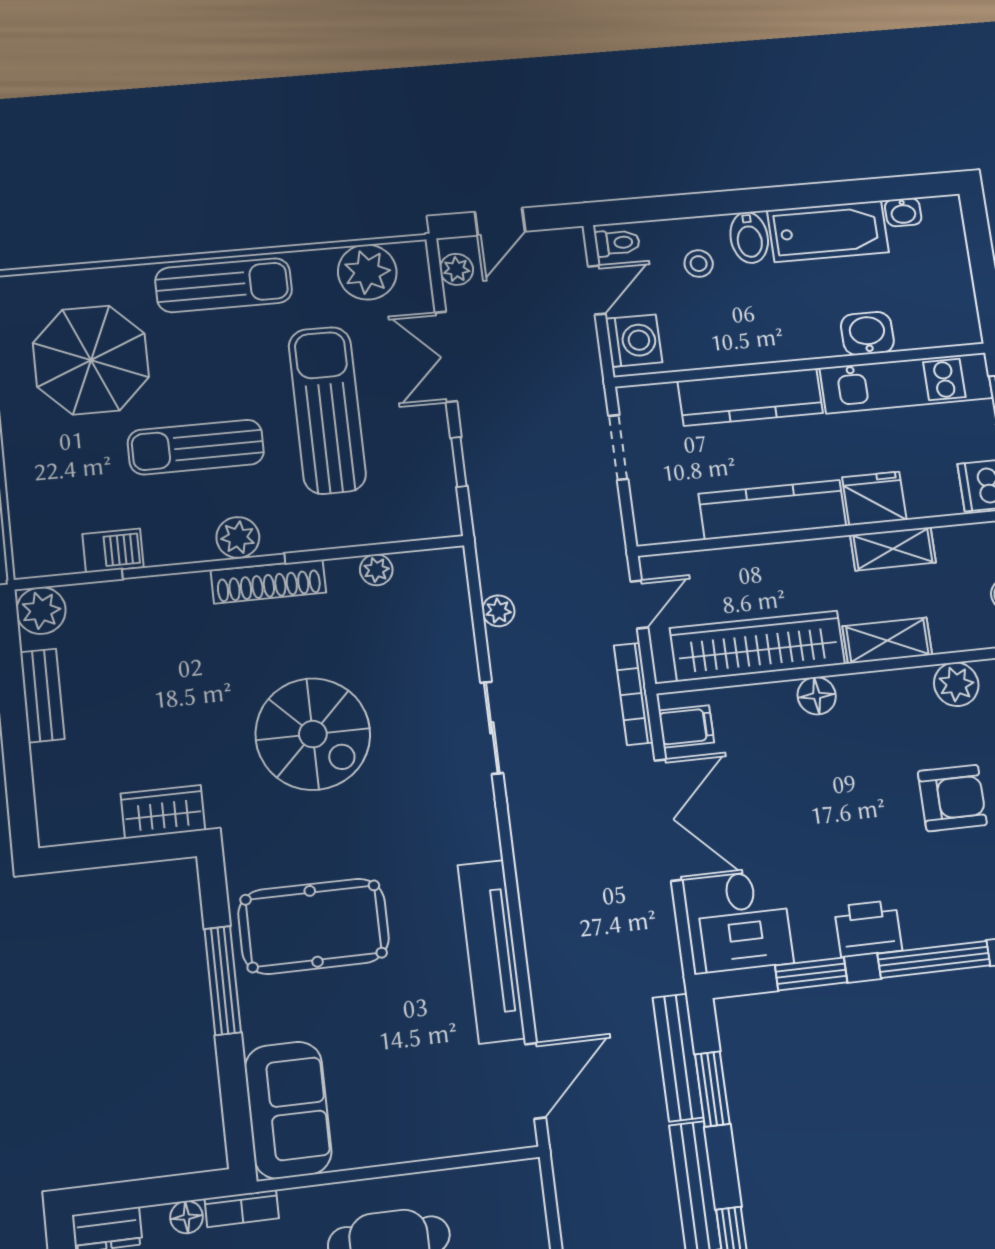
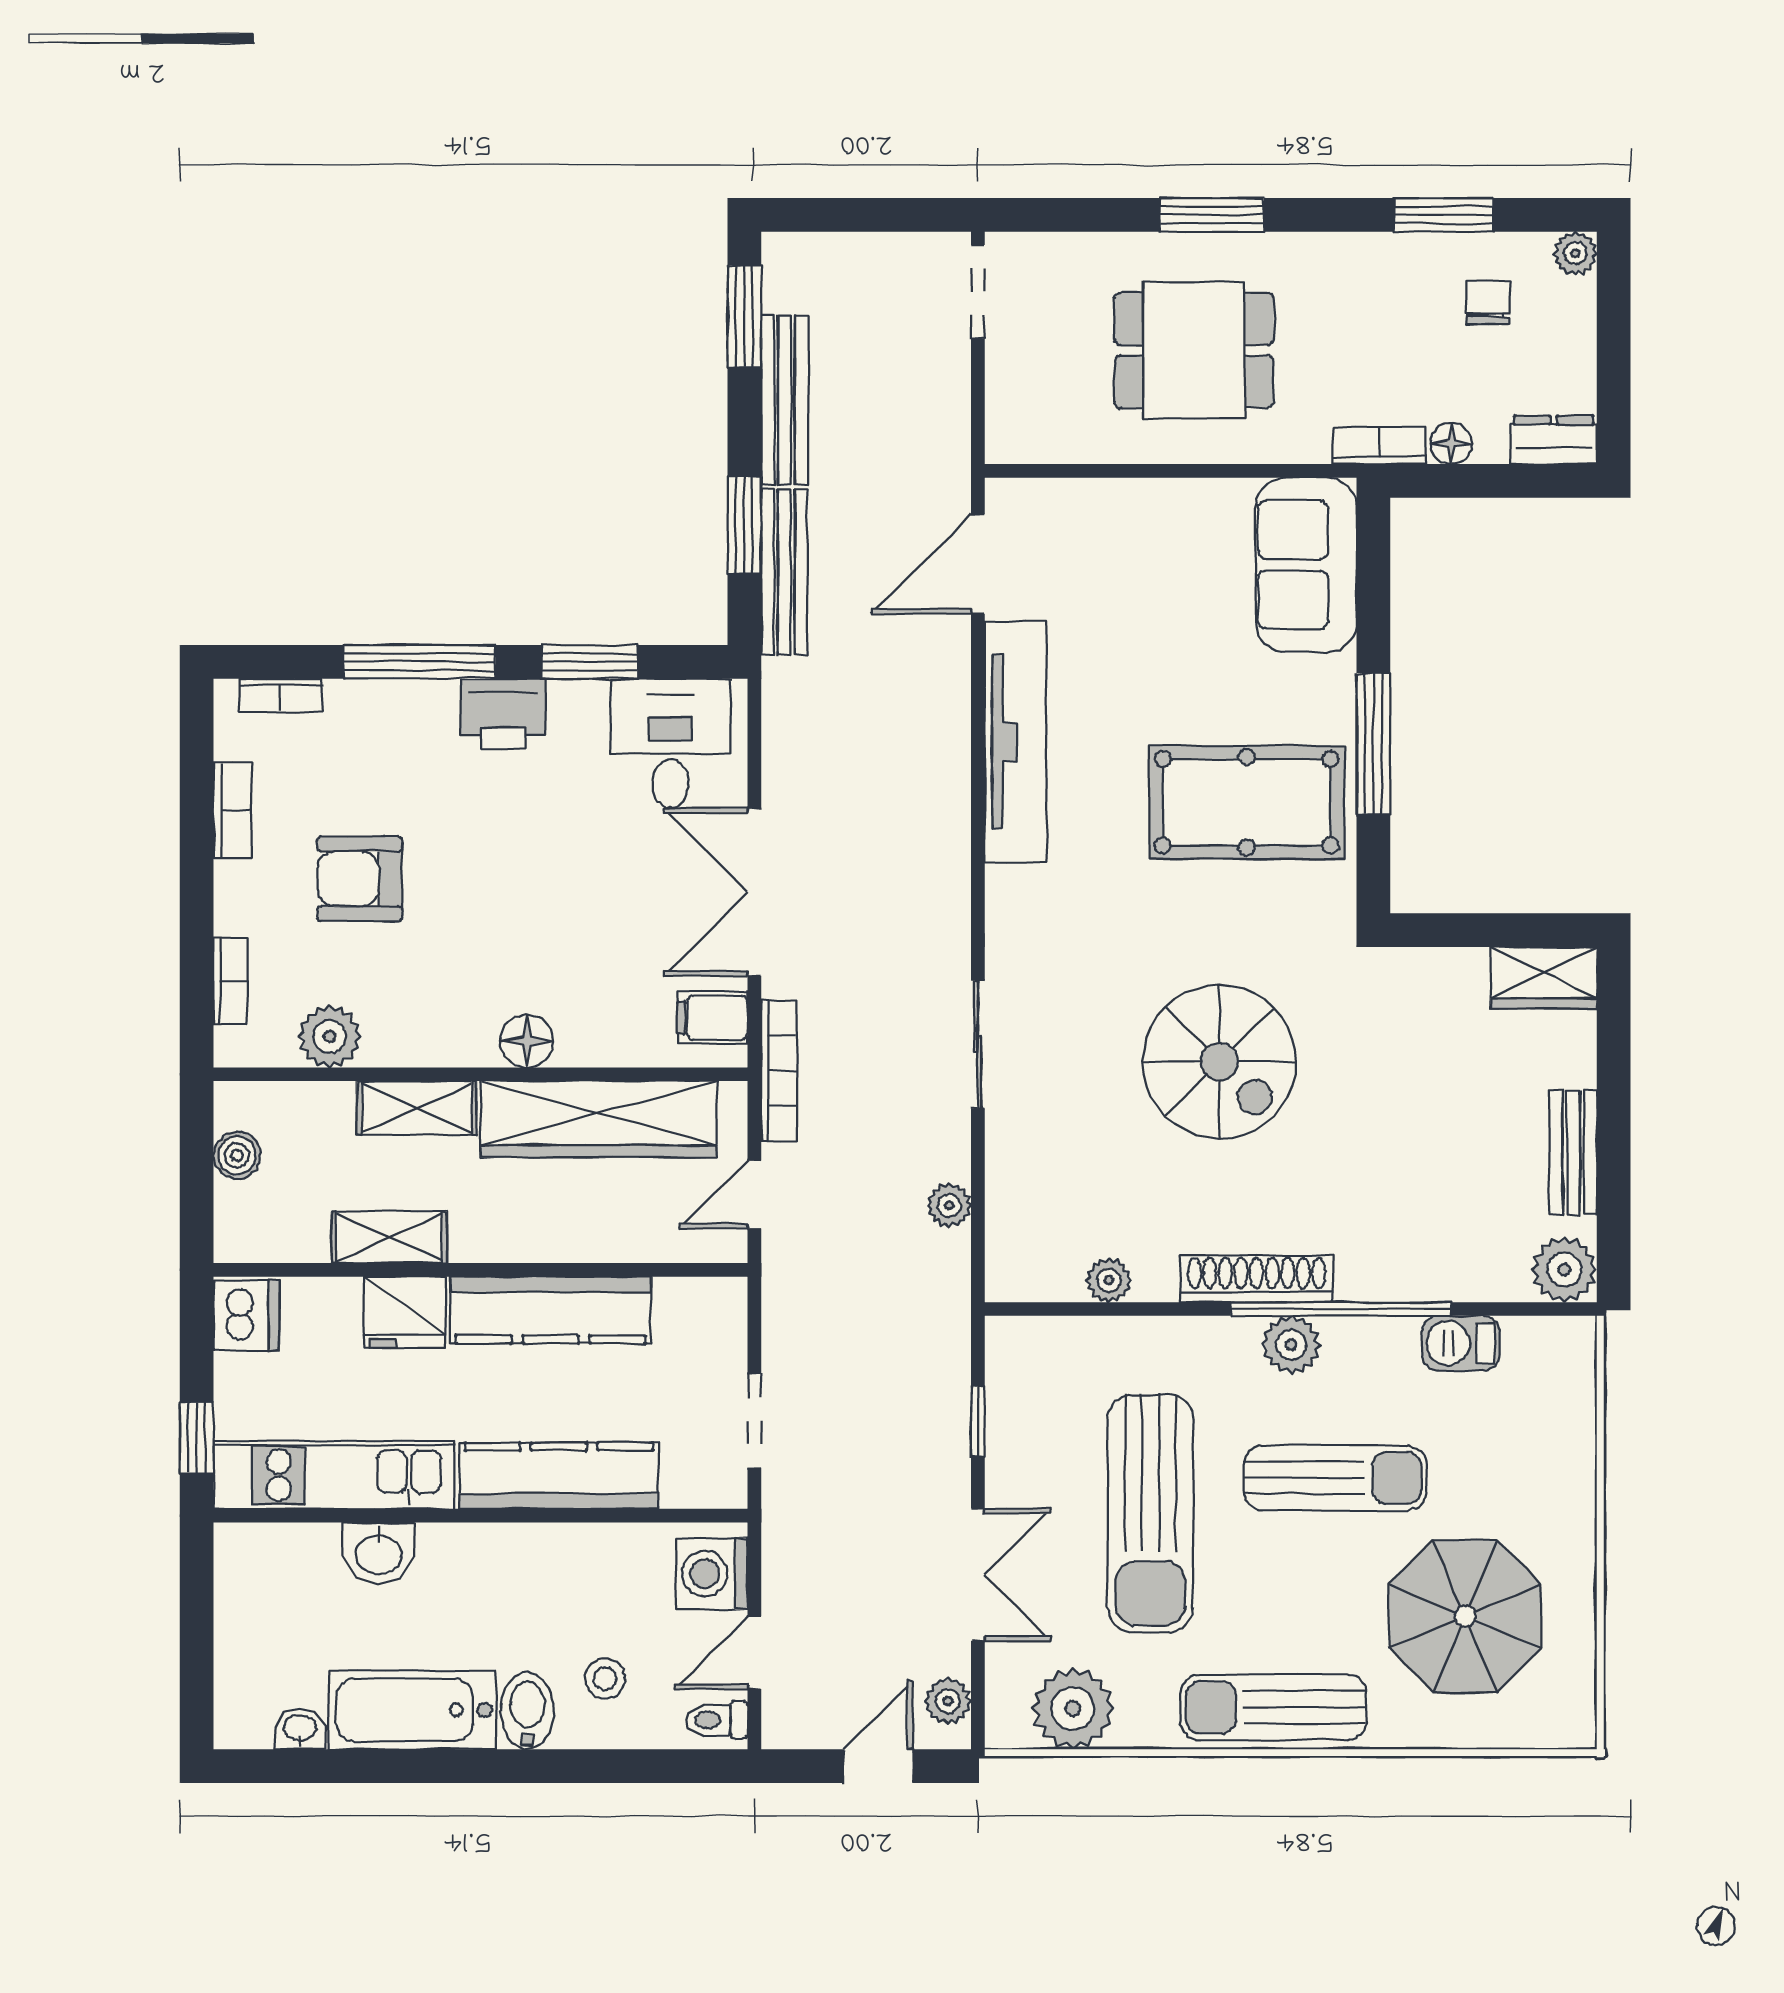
spiral stairs: (313, 734) -> (1219, 1062), turned 180
wardrobe: (163, 812) -> (1544, 978), moved

